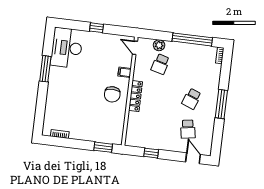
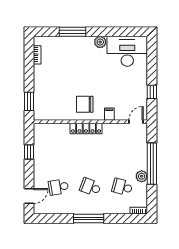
window: (97, 28) -> (152, 92), moved
window: (192, 39) -> (152, 164), moved
plant: (159, 45) -> (142, 176), moved
school desk: (160, 64) -> (122, 187), moved
window: (45, 69) -> (73, 32), moved
plant: (55, 72) -> (100, 42), added

